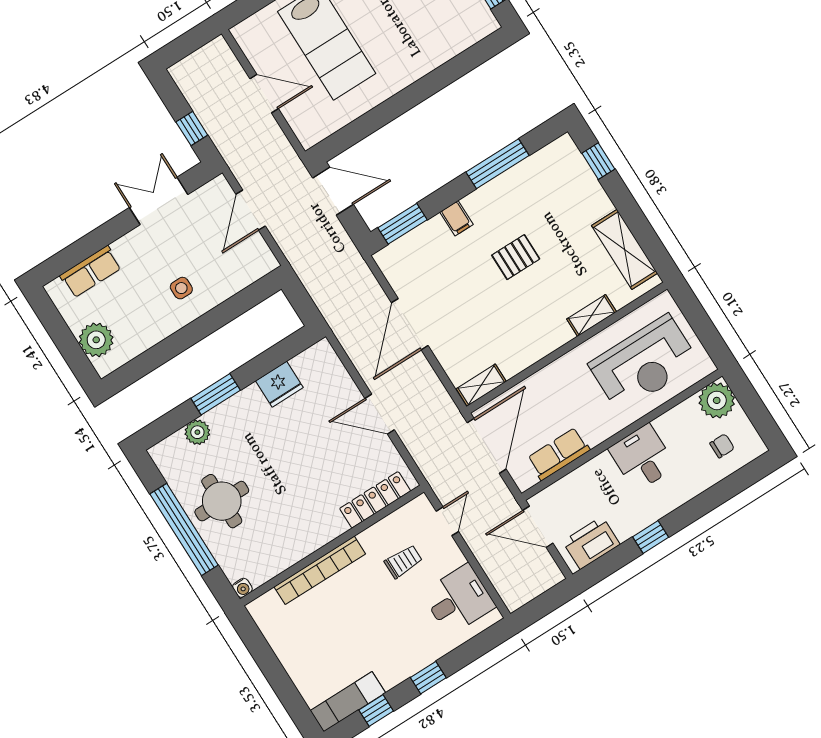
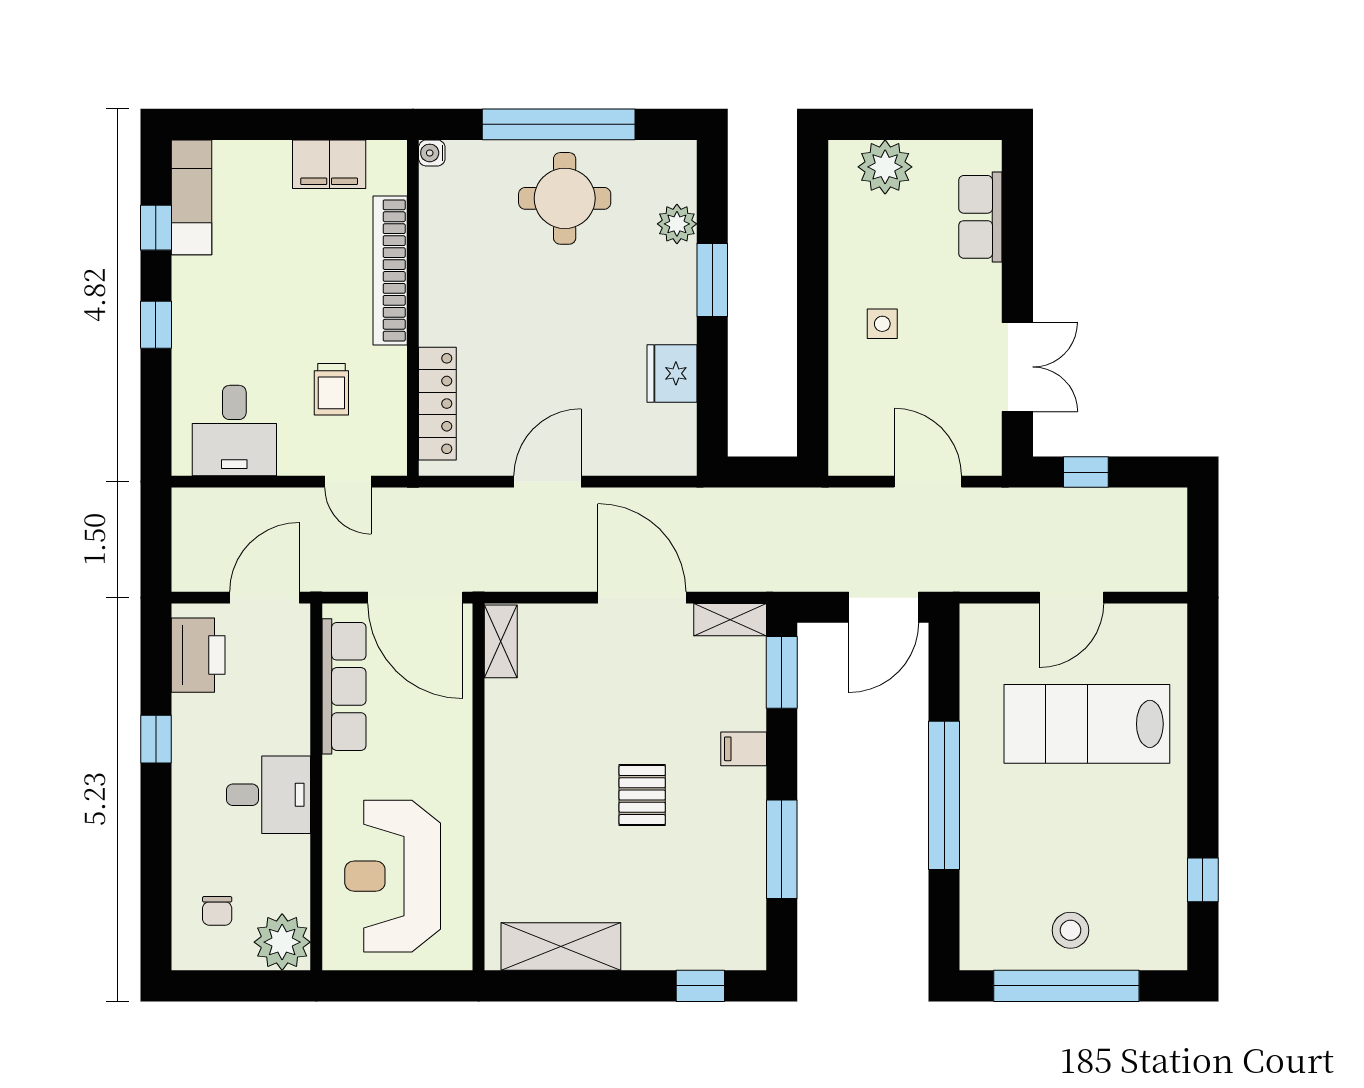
window: (413, 95) -> (944, 795), added
shelving: (592, 315) -> (730, 620), moved, turned 90
row of seats: (559, 454) -> (344, 686), width x1.48
filing cabinet: (283, 639) -> (329, 164), added

